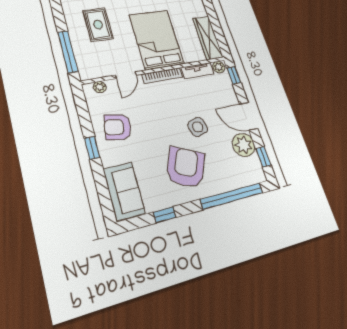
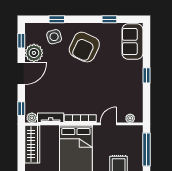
door: (249, 116) -> (21, 74), hinge flipped
armchair: (118, 127) -> (125, 86), removed
side table: (198, 127) -> (54, 37), moved
window: (232, 196) -> (57, 19), width x0.32

